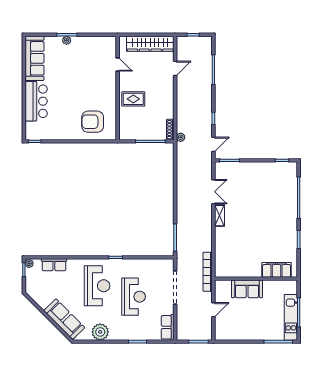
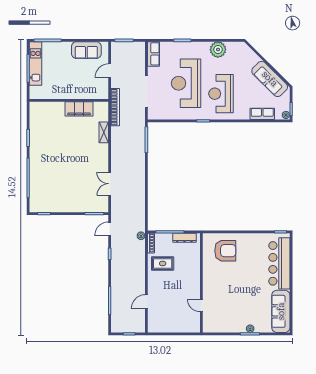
wardrobe: (150, 44) -> (170, 325), removed
rug: (133, 99) -> (163, 264), moved
bar counter: (36, 101) -> (279, 263), width x1.36
dresser: (135, 135) -> (184, 238), added
shelving: (220, 216) -> (104, 132), moved
filing cabinet: (277, 270) -> (79, 109), moved
sofa: (247, 289) -> (86, 50), moved, turned 180
reception desk: (134, 297) -> (186, 83), width x1.36, depth x1.30
sofa: (64, 319) -> (270, 79), moved

